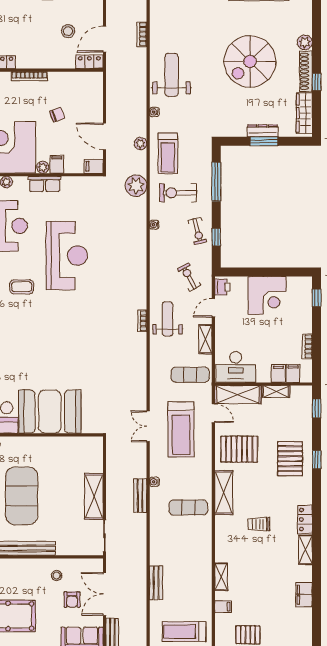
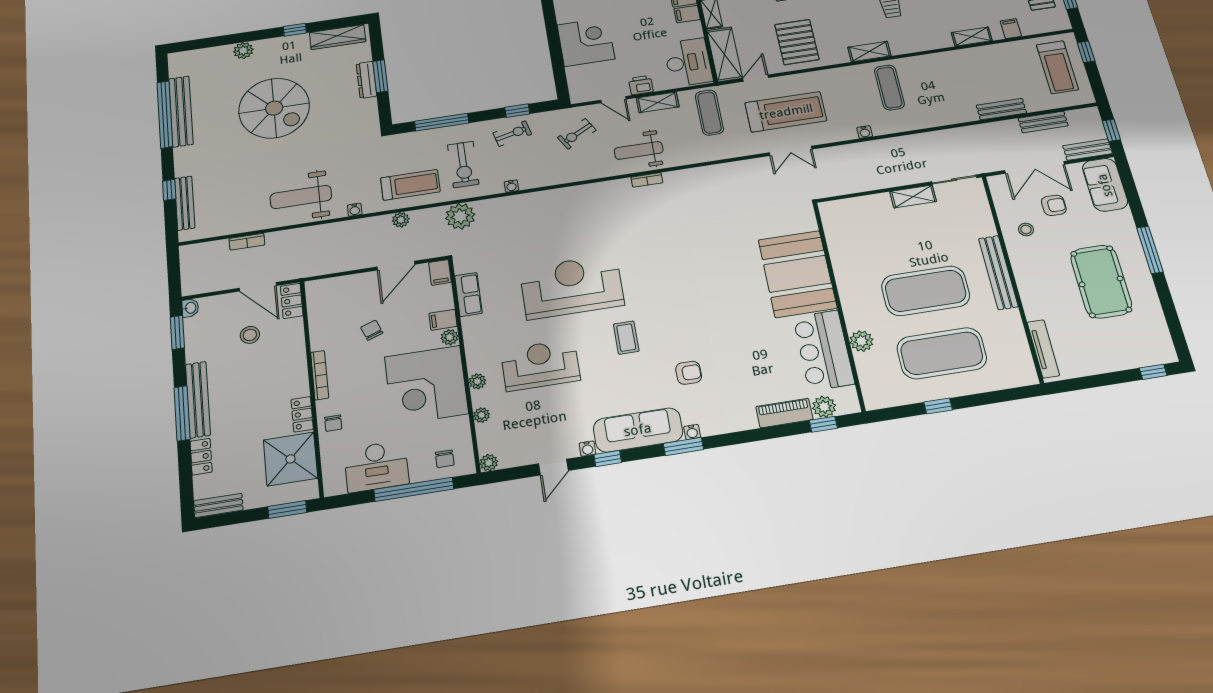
shoe rack: (306, 71) -> (282, 43), removed
row of seats: (45, 184) -> (468, 294), moved
printer: (222, 287) -> (641, 85), moved
shelving: (224, 493) -> (869, 52), width x0.67, depth x0.75
shelving: (94, 496) -> (913, 197), width x0.67, depth x0.75
bench: (140, 496) -> (1043, 122), moved

